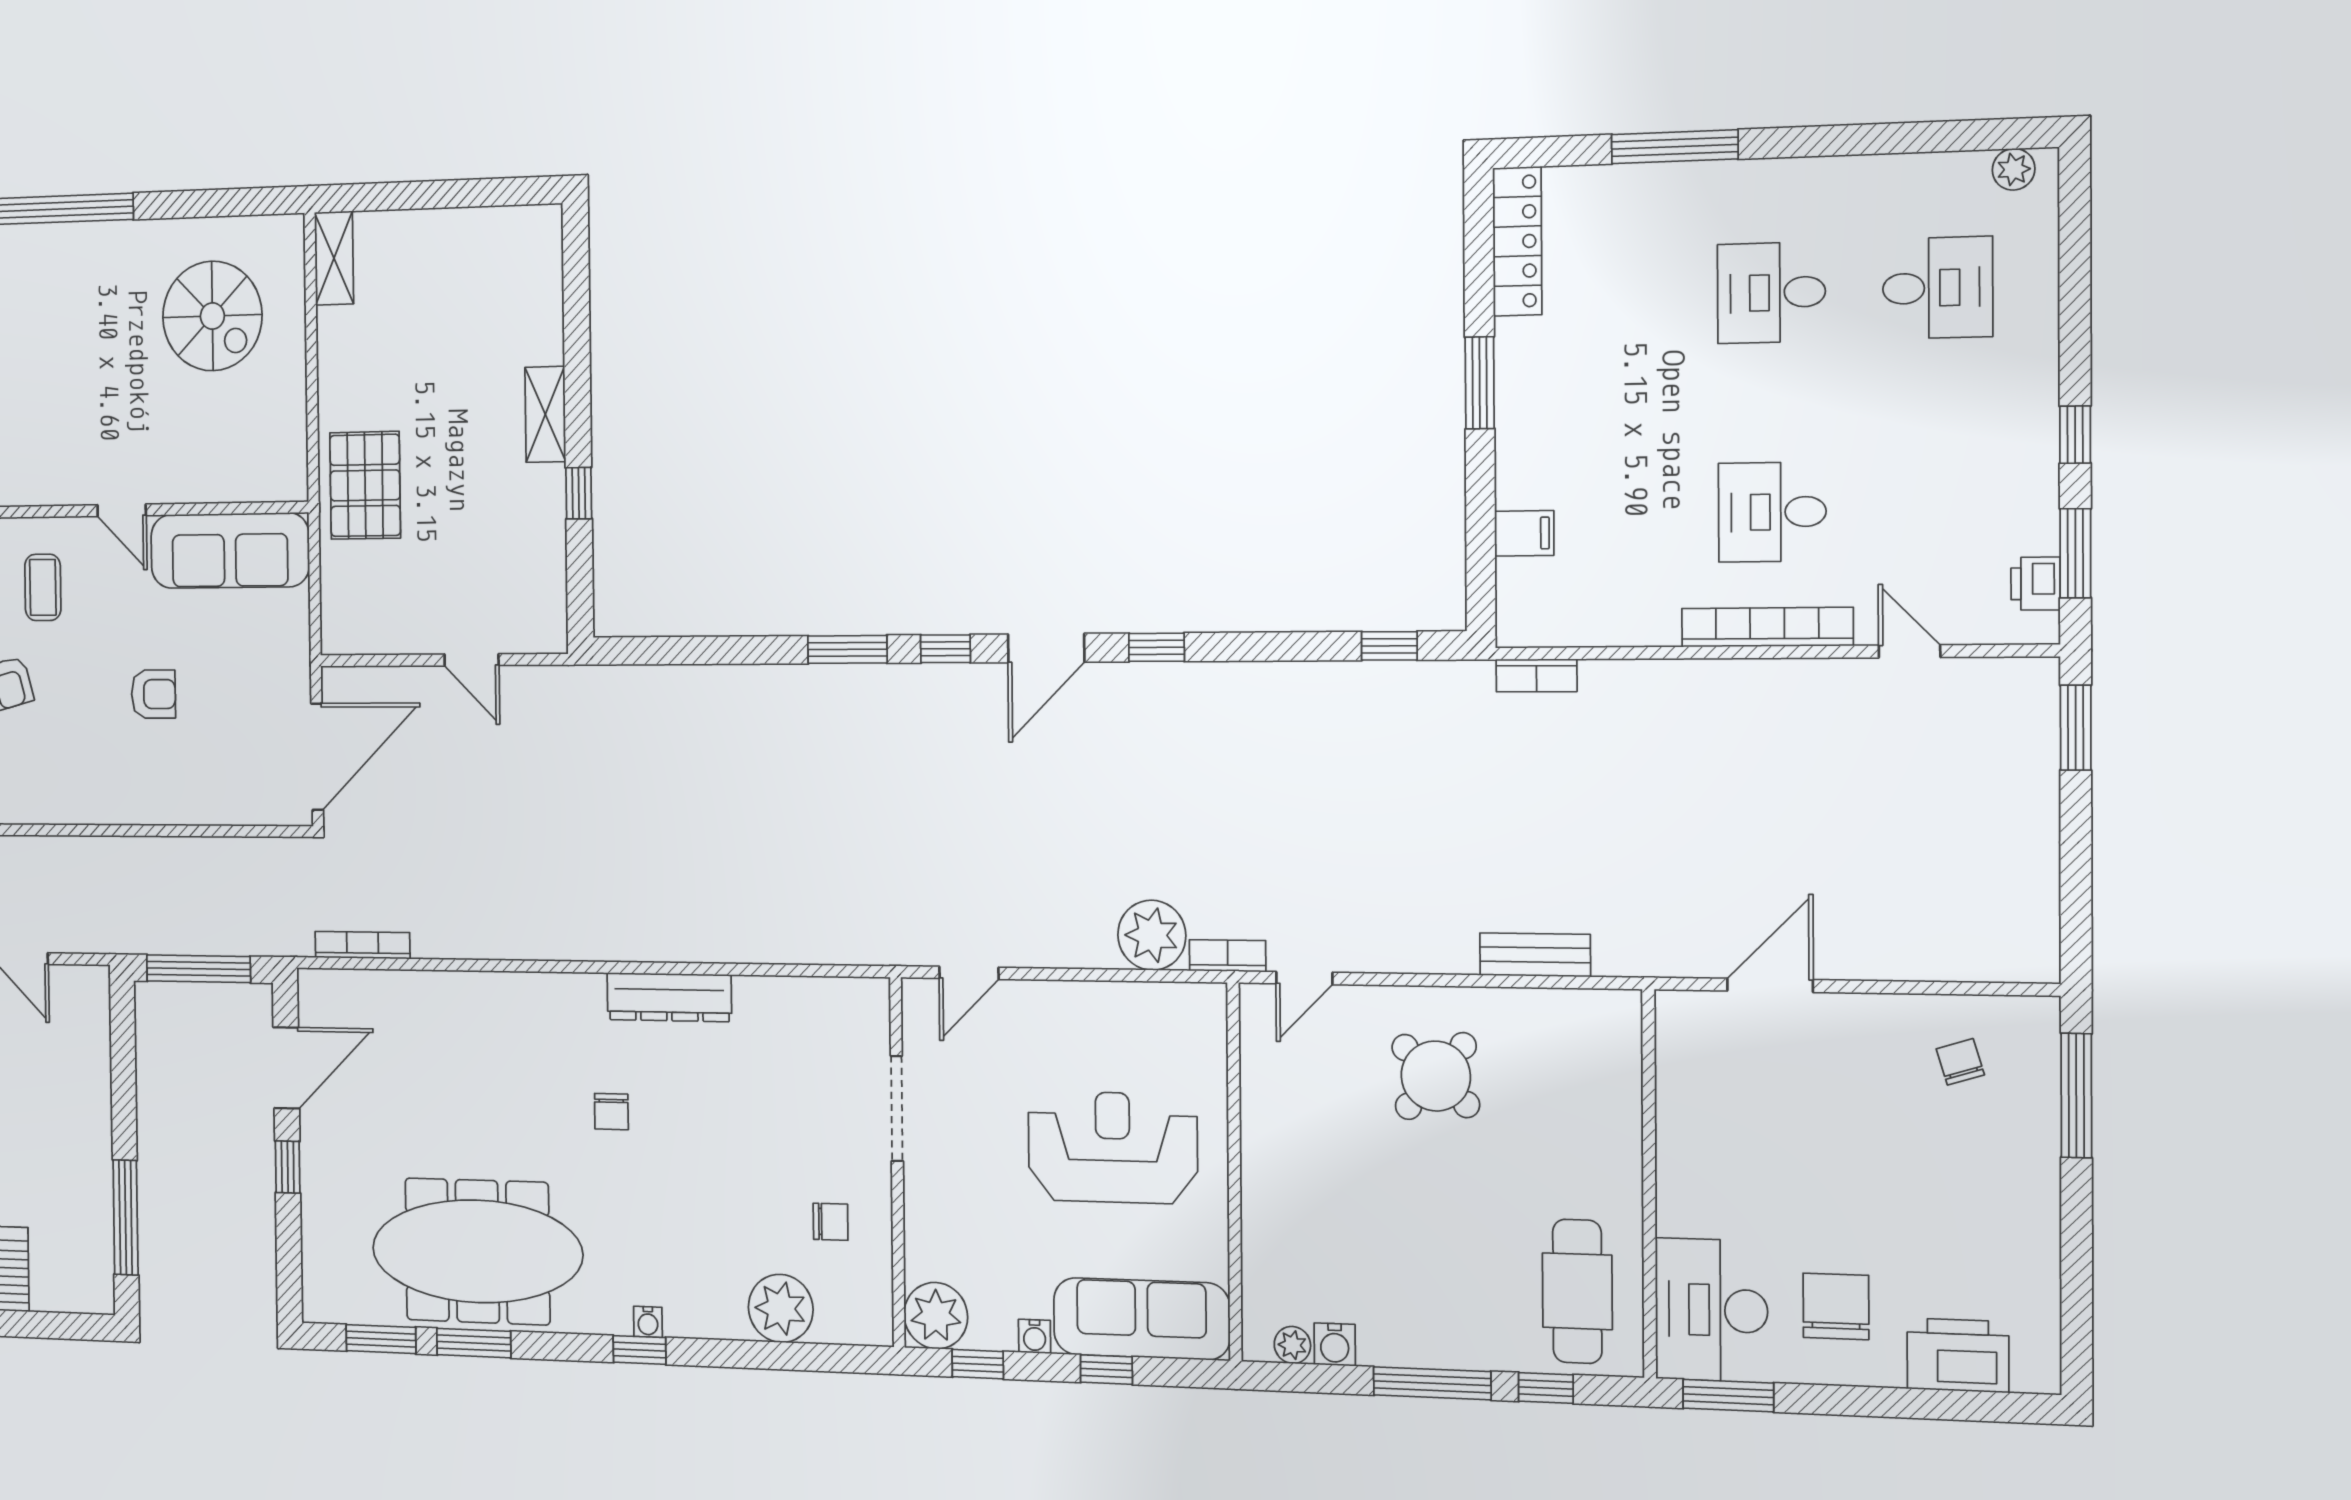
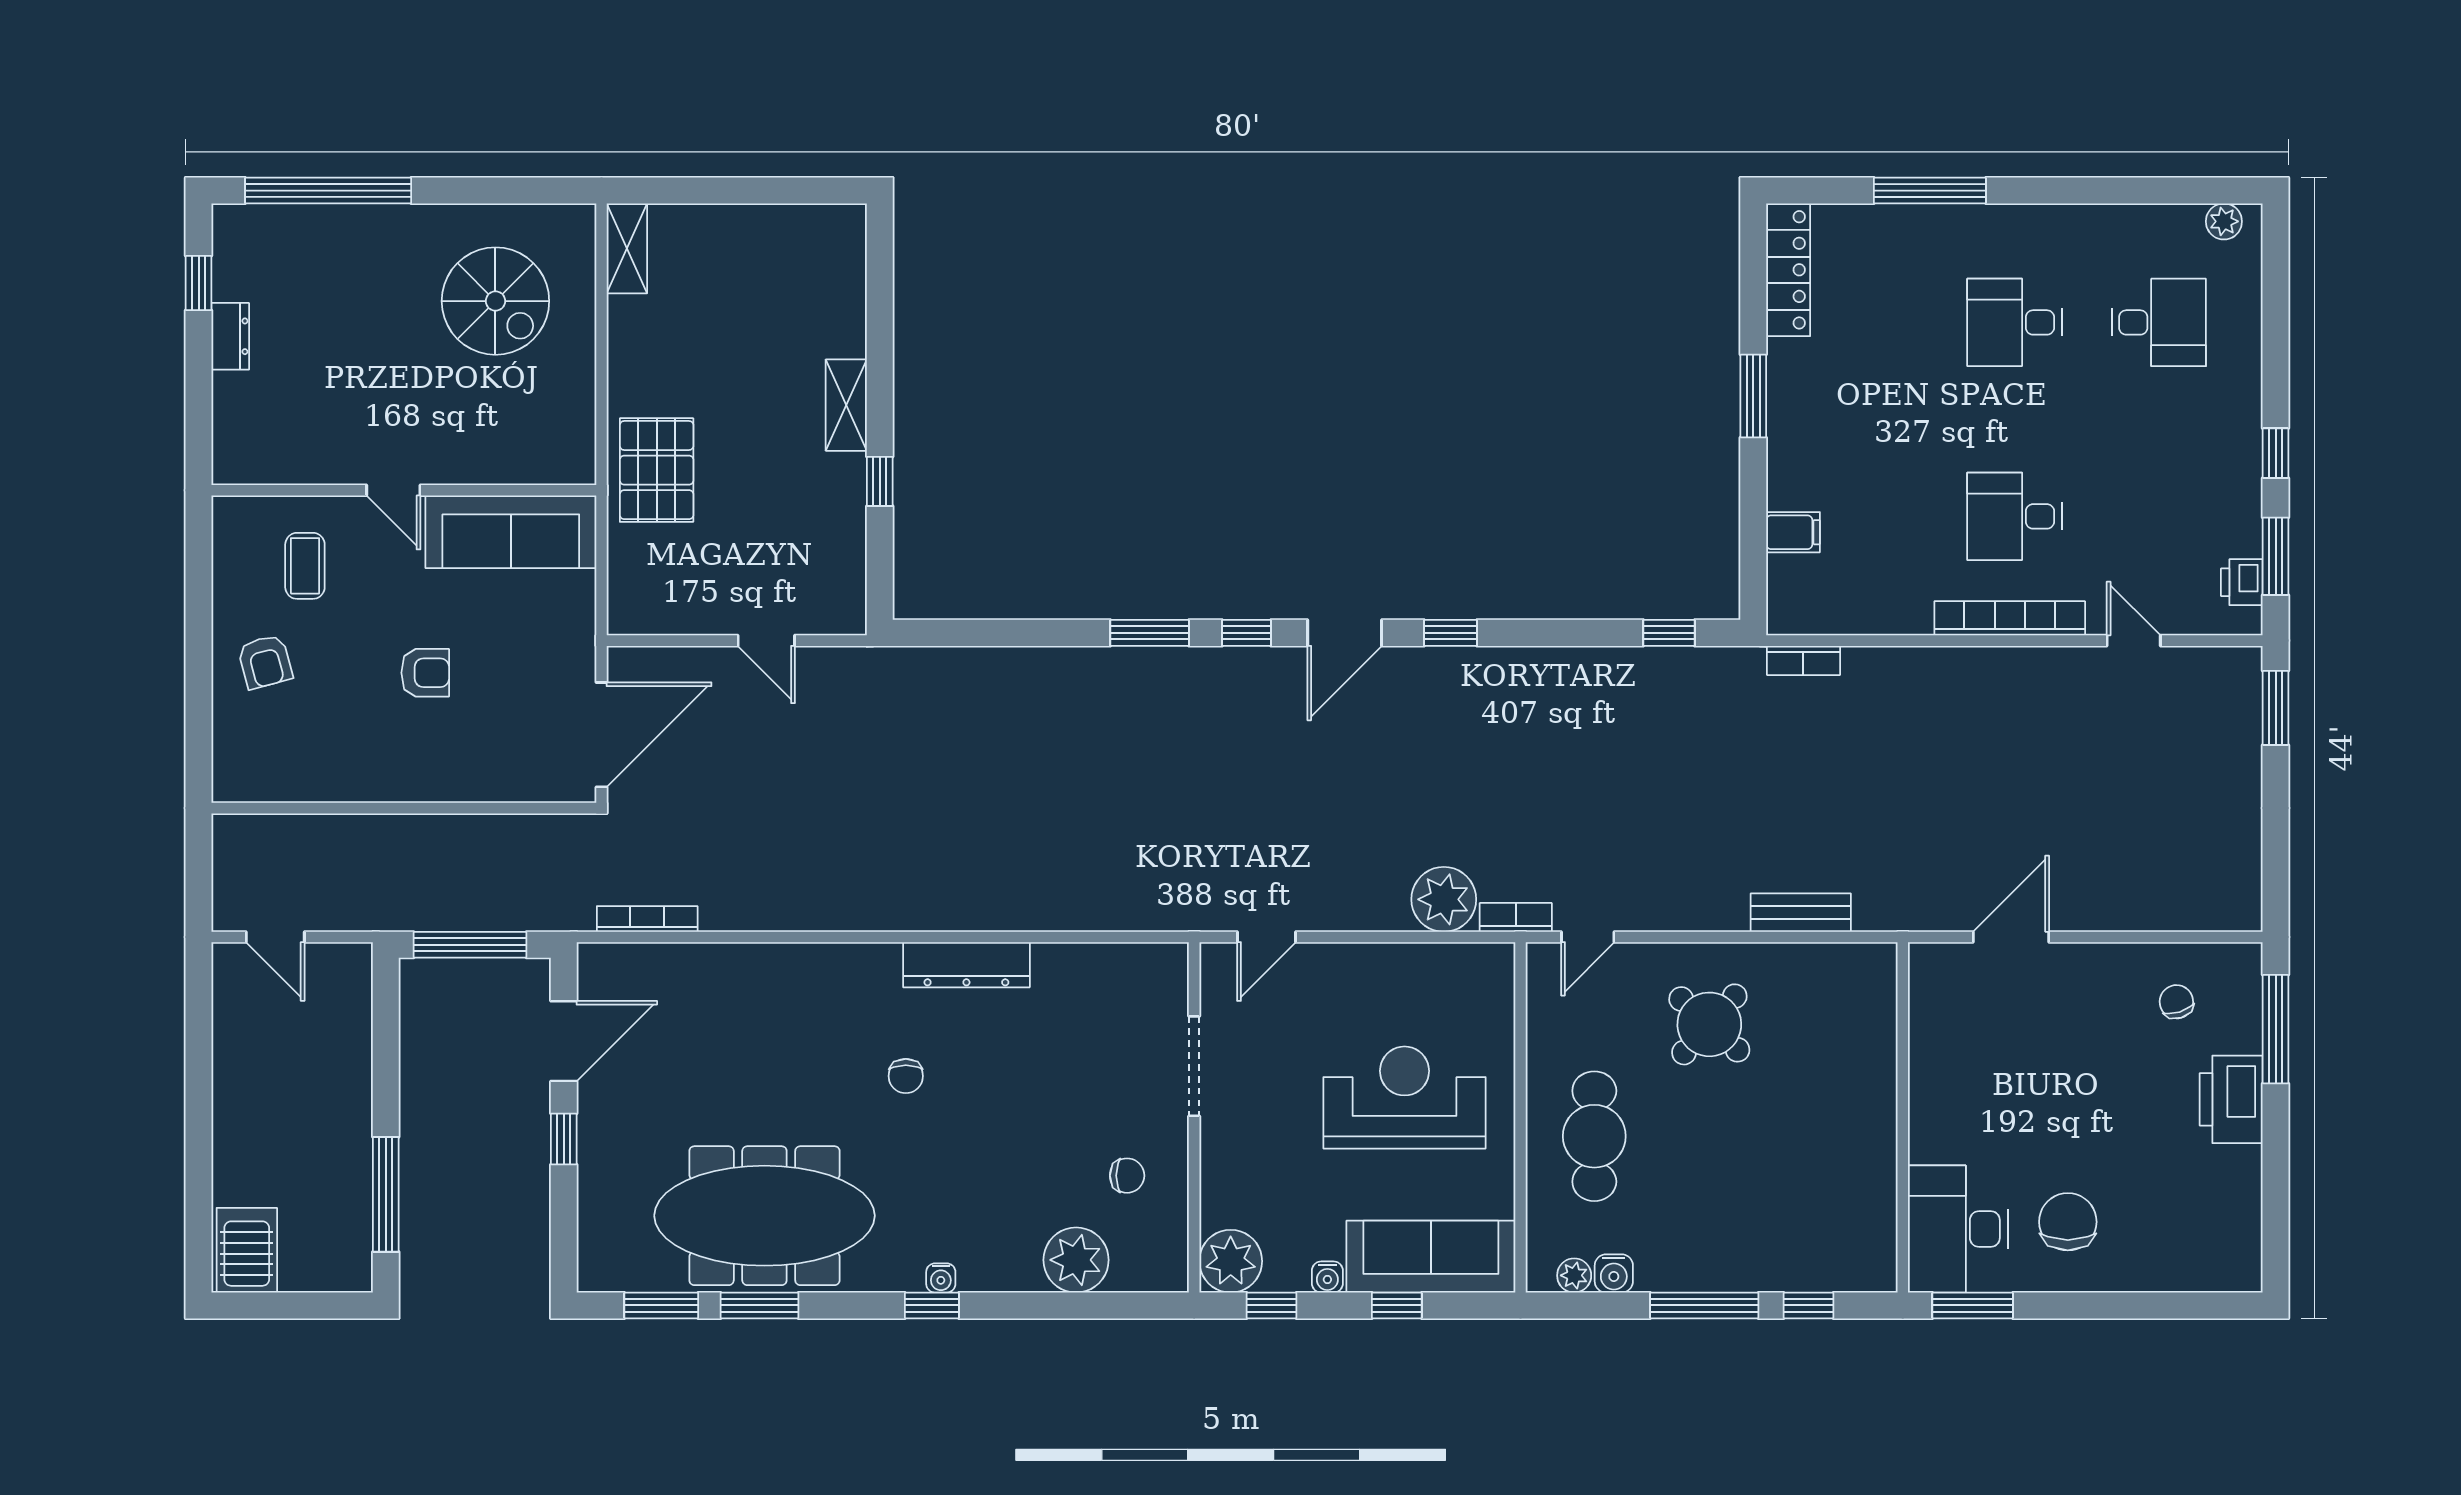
cafe table: (1577, 1291) -> (1594, 1136), moved
printer: (1958, 1355) -> (2231, 1099), moved, turned -90

